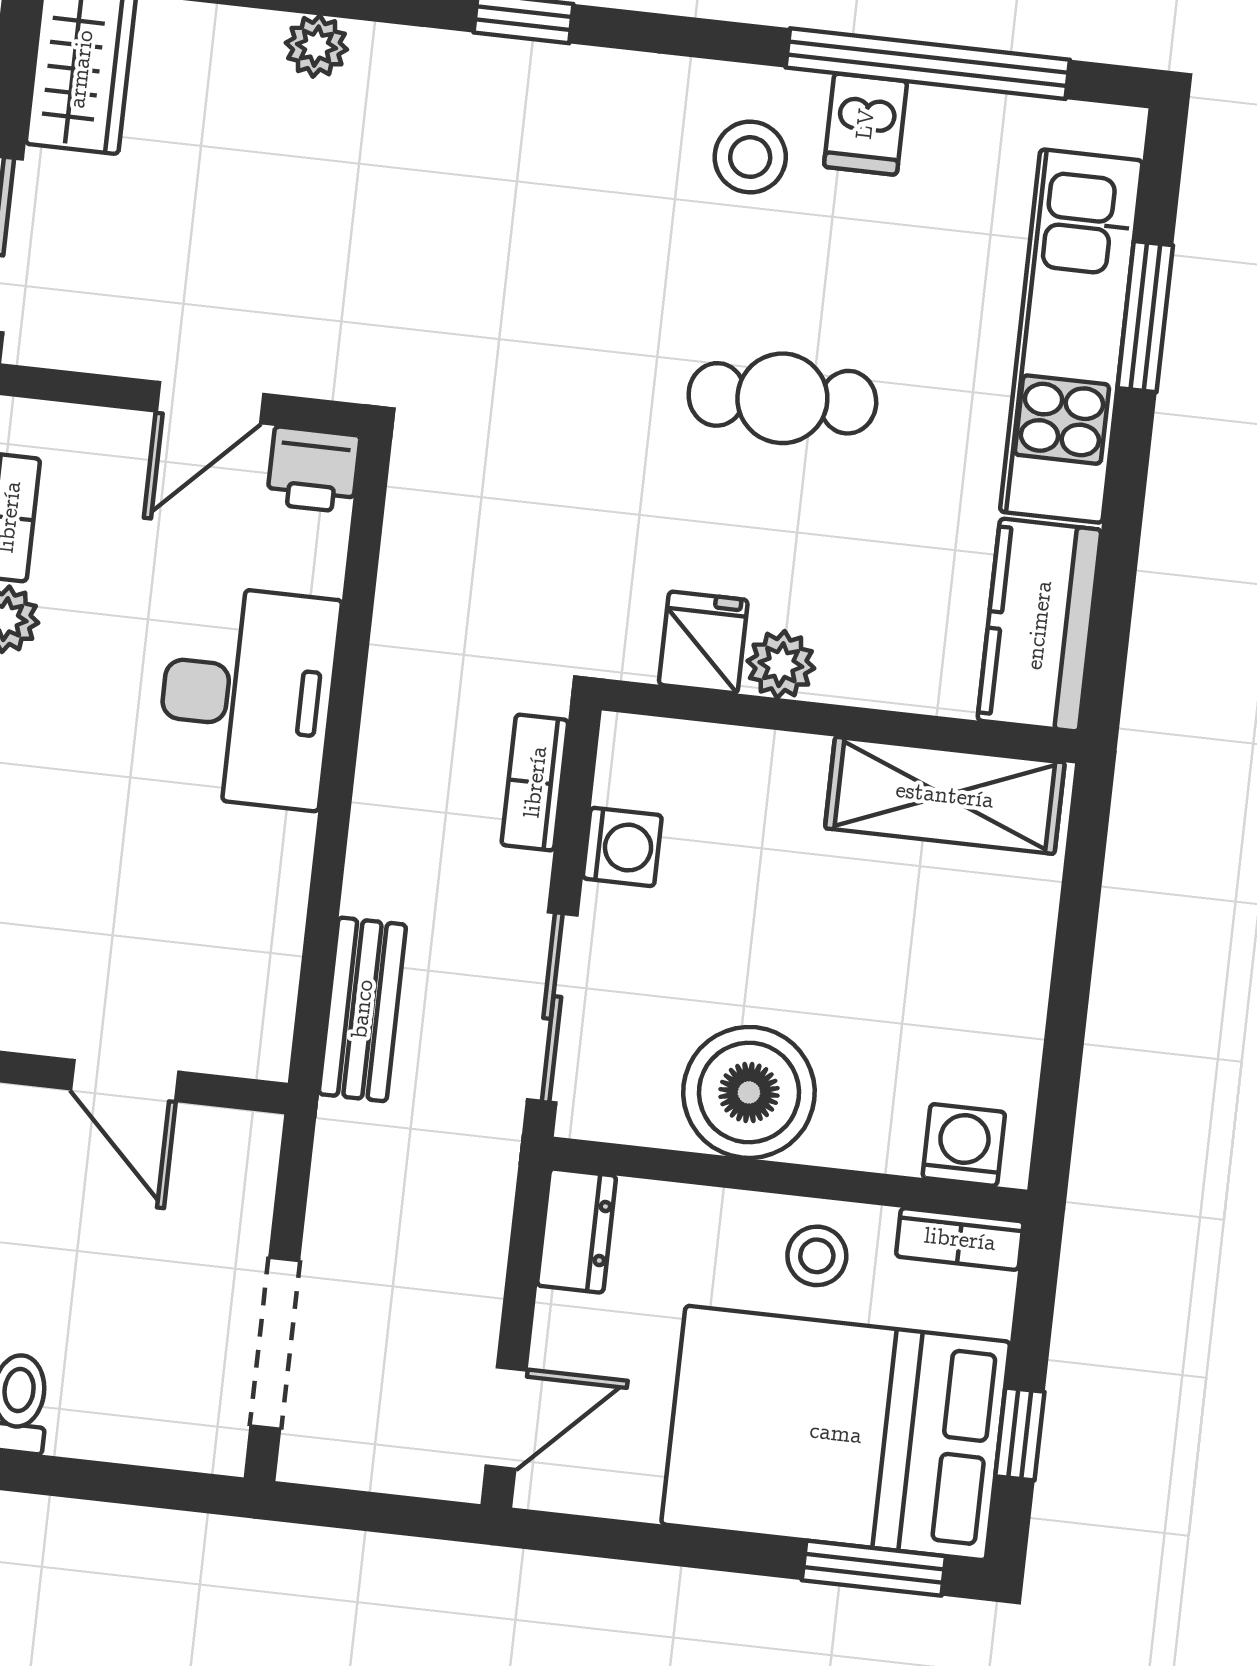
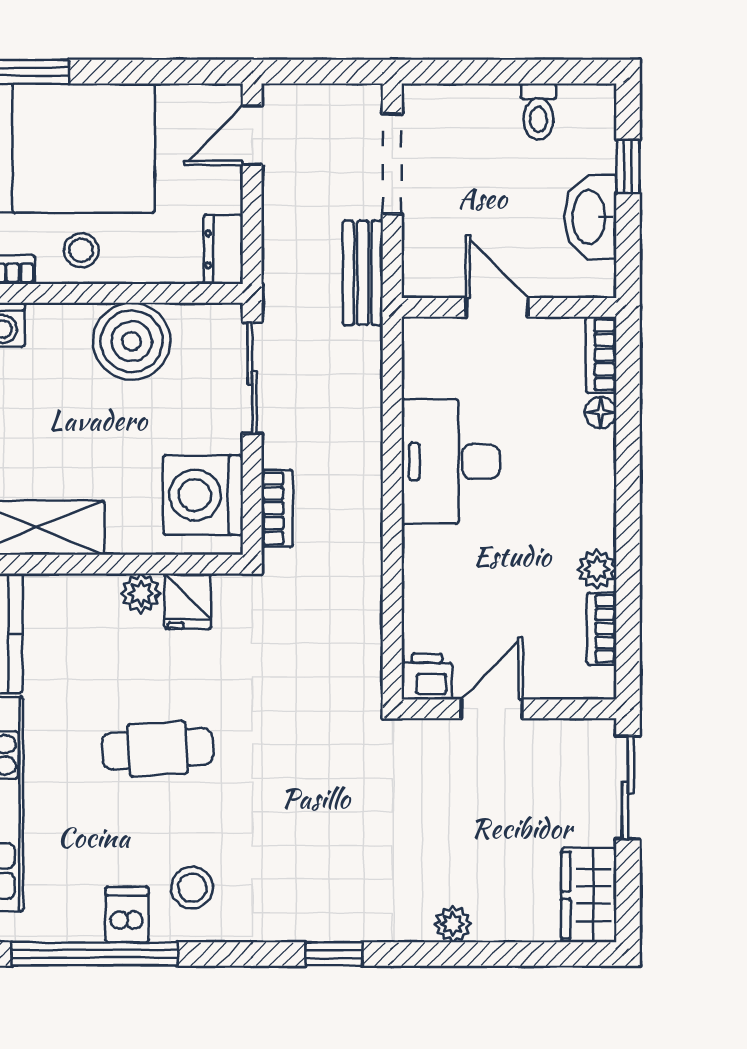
desk: (247, 697) -> (451, 462), moved
washing machine: (622, 847) -> (203, 495), width x1.89, depth x1.89
bench: (362, 1009) -> (363, 273), moved

